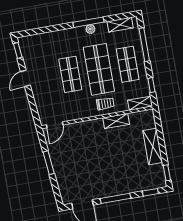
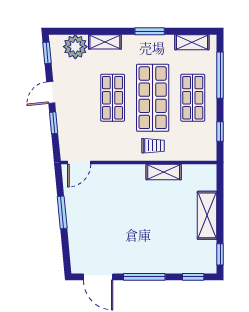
window: (88, 22) -> (150, 31), width x0.69
plant: (90, 29) -> (75, 47), moved, width x1.88, depth x1.88
window: (31, 100) -> (54, 123), added
shelving: (140, 103) -> (105, 42), moved

